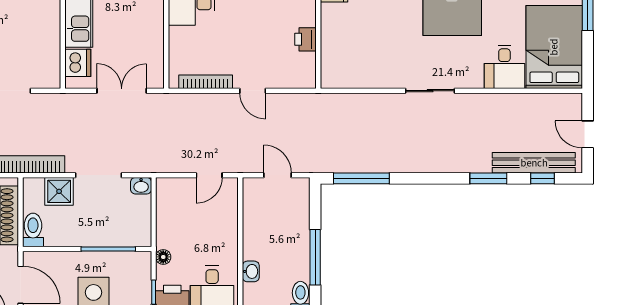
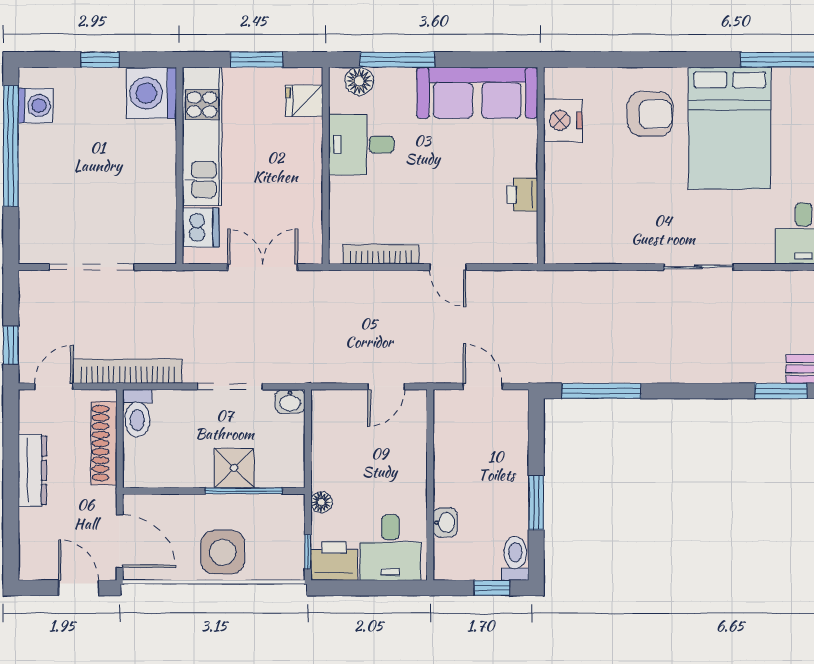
shower: (59, 191) -> (234, 468), moved
toilet: (33, 230) -> (137, 413), moved, turned 180
window: (315, 257) -> (536, 503), width x0.69

